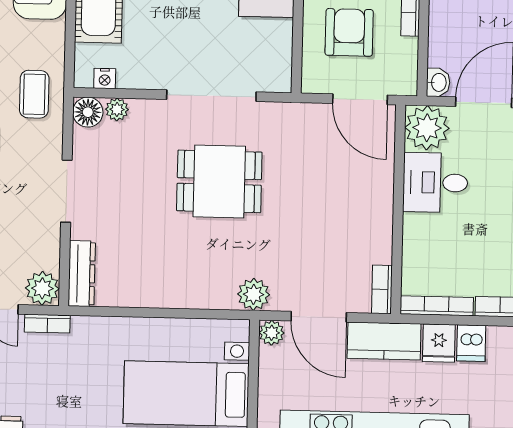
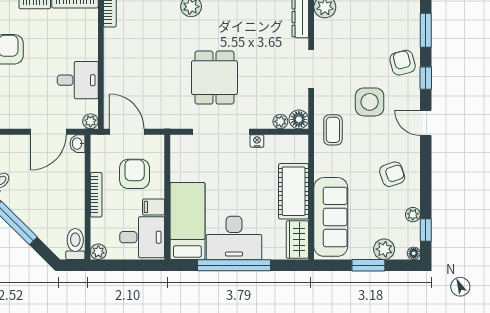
armchair: (349, 32) -> (135, 174), turned 180
nightstand: (105, 78) -> (257, 141), moved
plant: (427, 128) -> (90, 121), width x0.53, depth x0.53
dining table: (219, 181) -> (214, 78), turned 90

